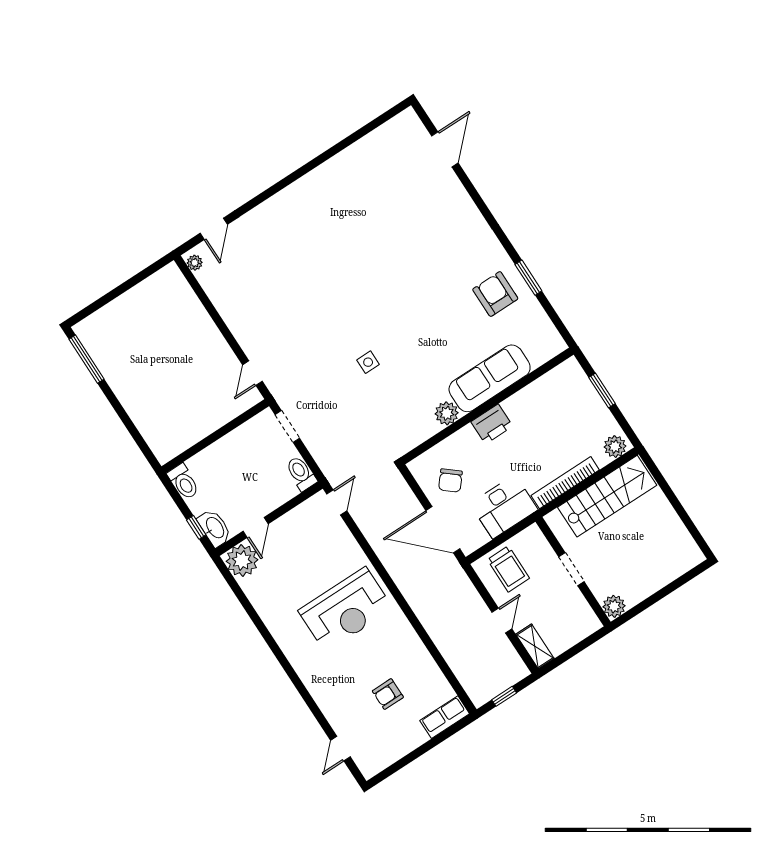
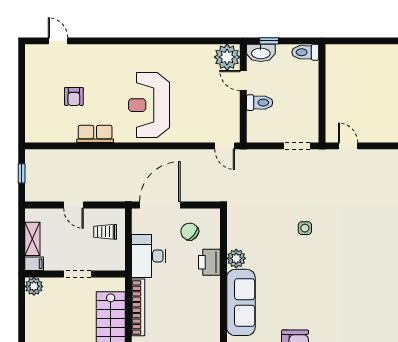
printer: (492, 424) -> (209, 262), moved
toilet: (301, 473) -> (260, 103), moved
trolley: (508, 569) -> (105, 232), width x0.73, depth x0.72
filing cabinet: (590, 621) -> (34, 264), added
shelving: (535, 646) -> (32, 239), moved, turned 90
armchair: (388, 694) -> (74, 96), turned 180
row of seats: (445, 717) -> (95, 134), moved, turned -90

